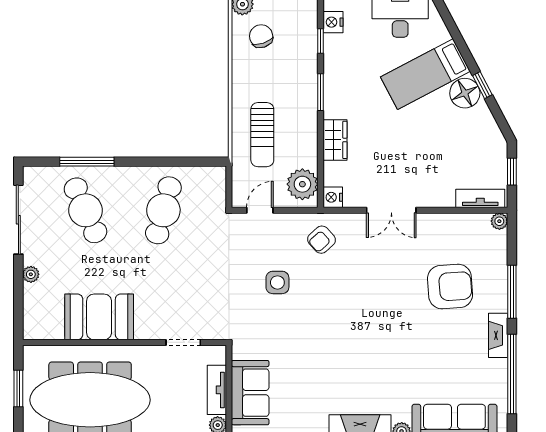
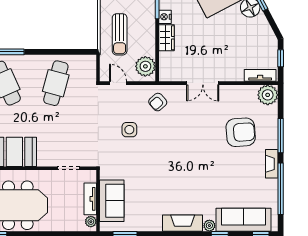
nightstand: (333, 197) -> (165, 17), moved
door: (260, 210) -> (118, 83), hinge flipped
plant: (499, 221) -> (268, 95), width x1.88, depth x1.88

